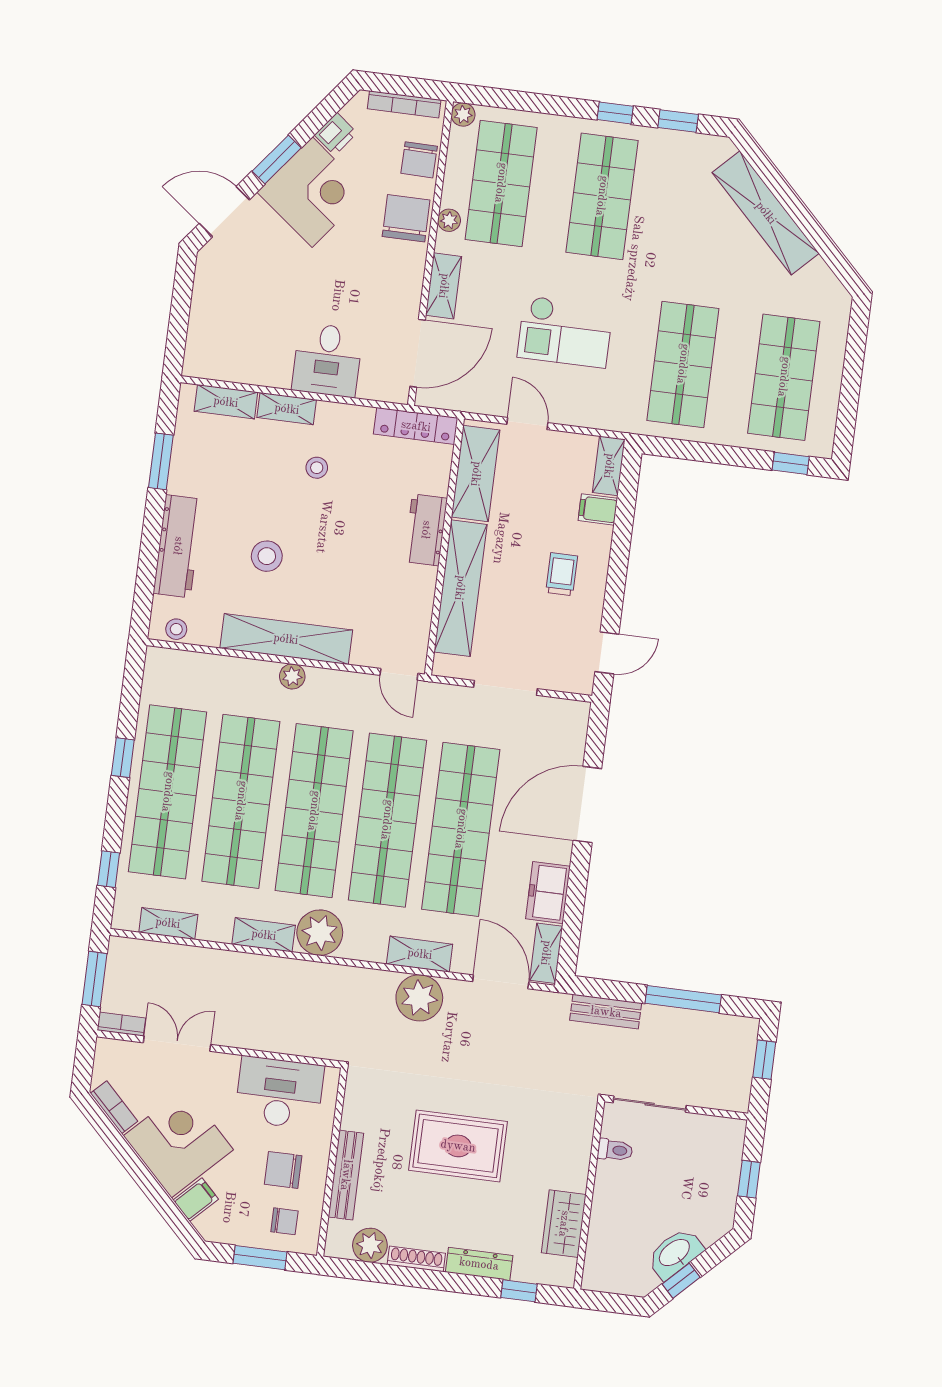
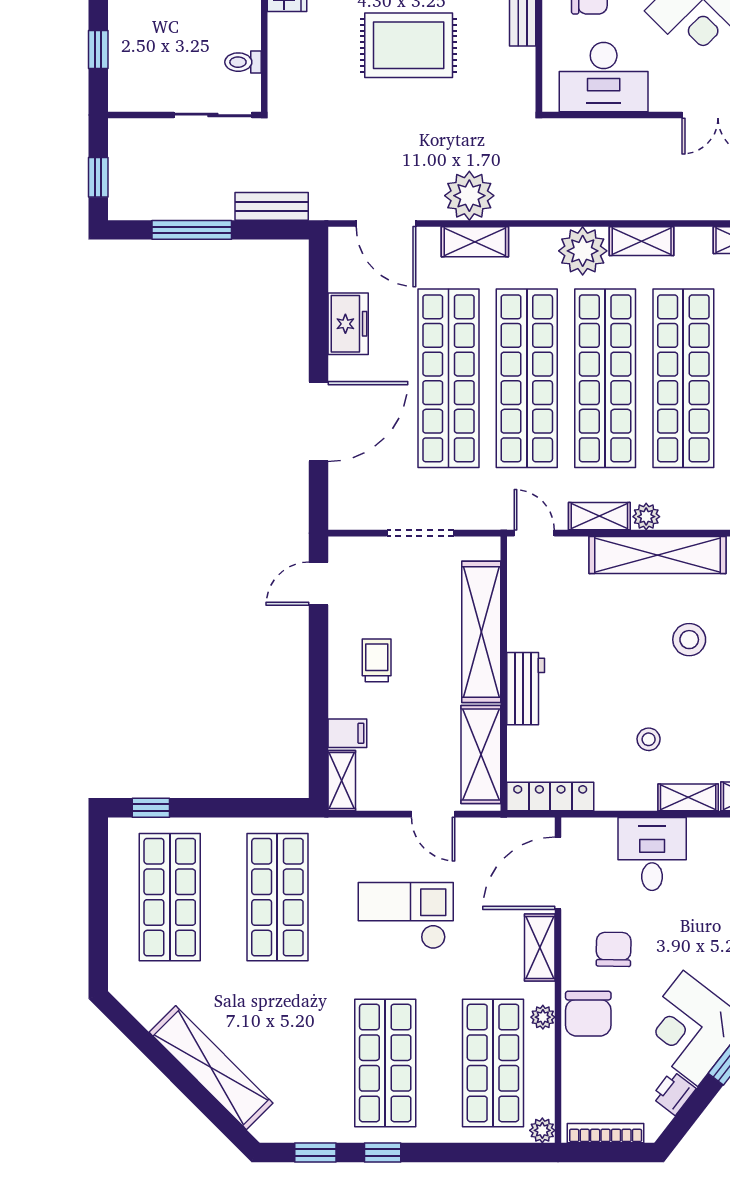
chair: (419, 160) -> (614, 949), moved
trolley: (562, 574) -> (377, 660), turned 180
shelving: (546, 953) -> (599, 516), moved, turned 90

